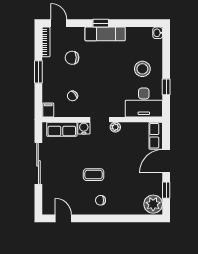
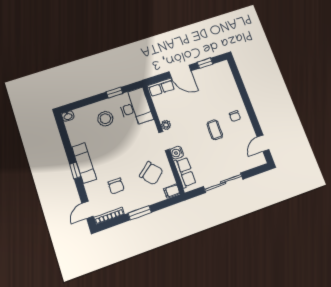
chair: (73, 96) -> (151, 173), width x1.87, depth x1.87
plant: (153, 204) -> (221, 70), removed

